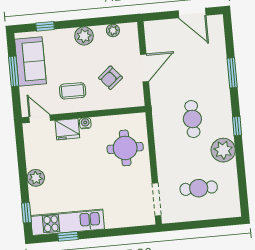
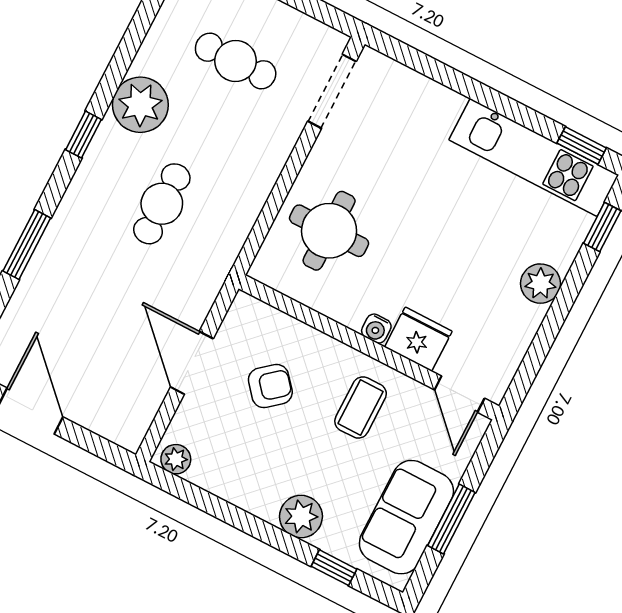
plant: (113, 30) -> (176, 459), moved
plant: (84, 36) -> (301, 516), moved
door: (144, 68) -> (192, 363), hinge flipped
coffee table: (73, 91) -> (361, 407), turned 90
window: (68, 236) -> (582, 146), moved

